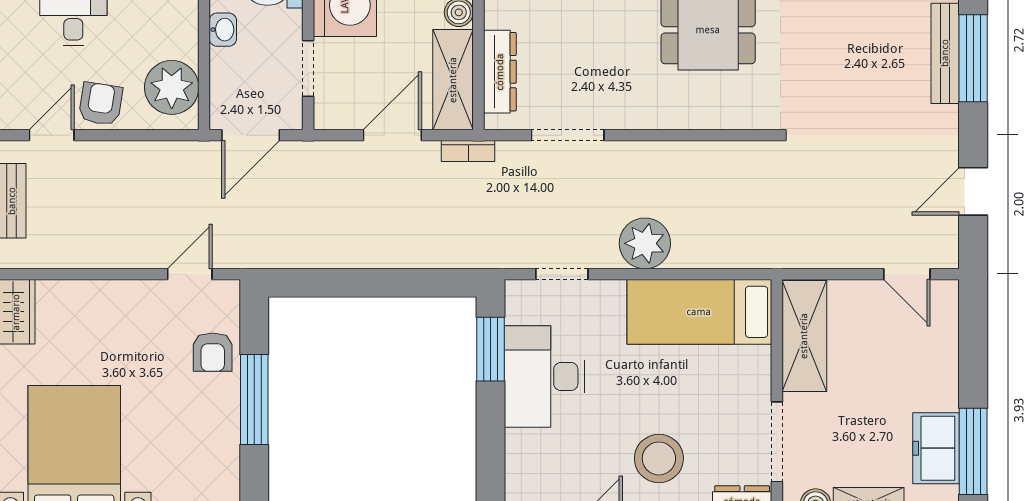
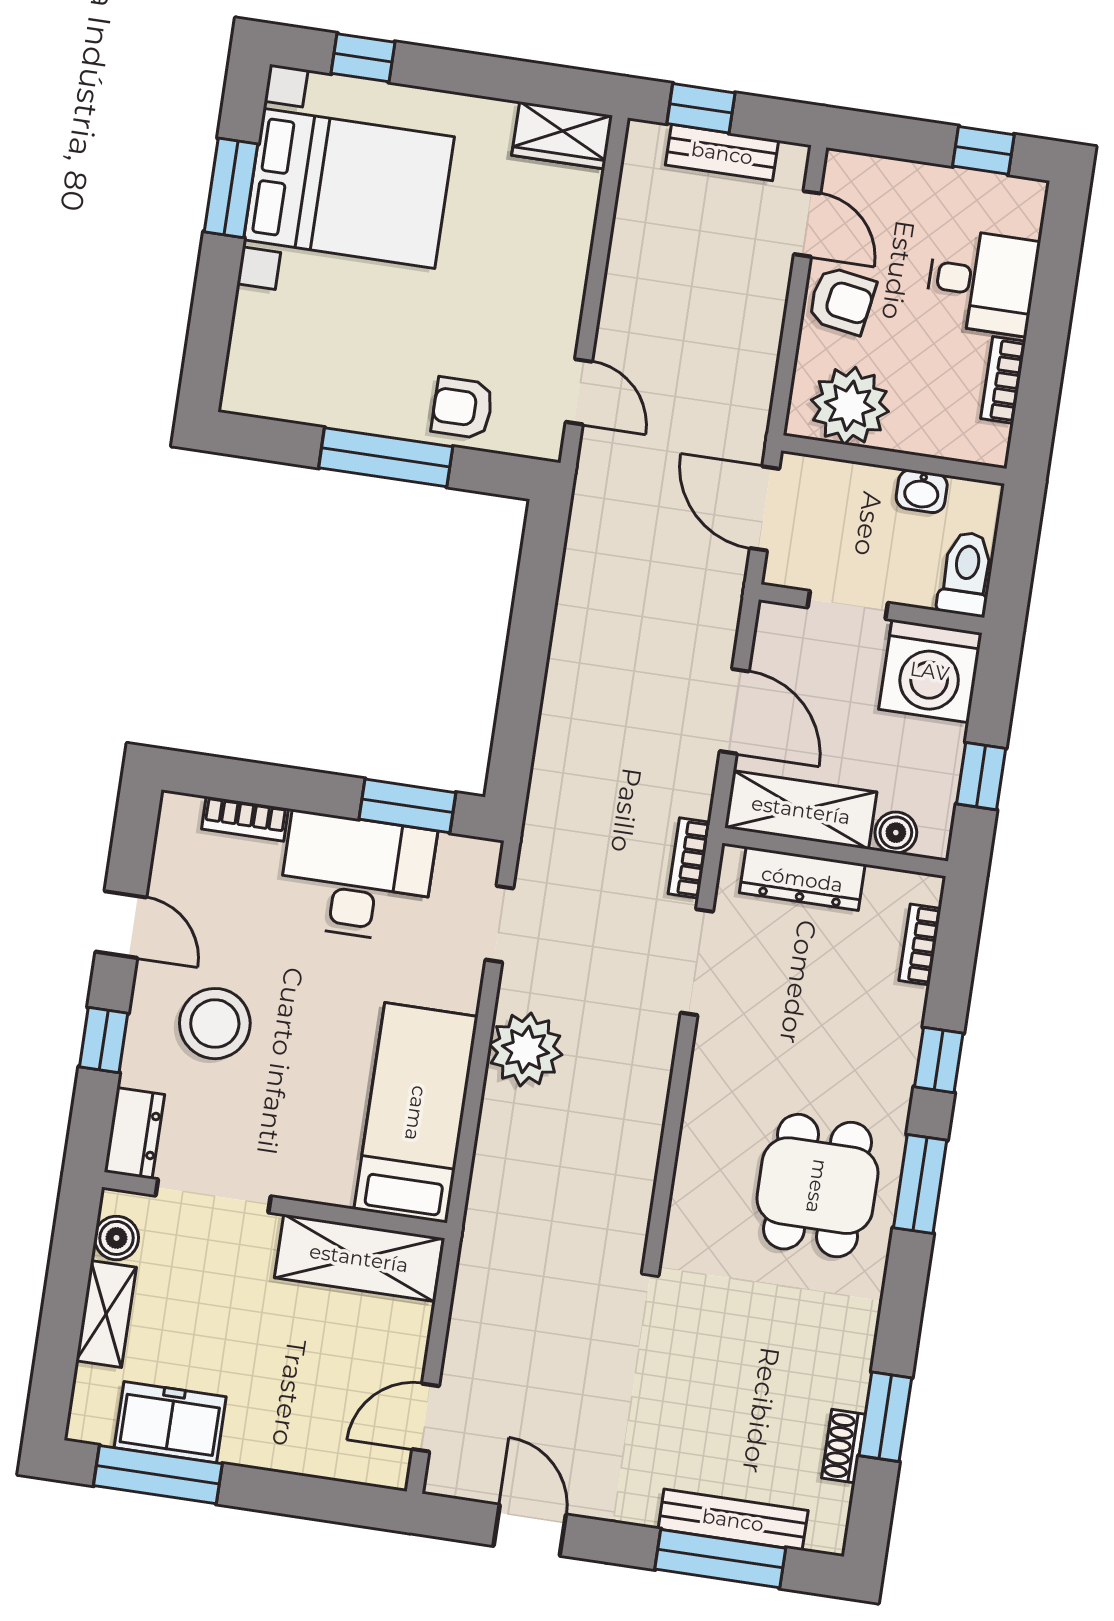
bookcase: (468, 151) -> (689, 858), moved
bookcase: (516, 459) -> (245, 819), added

